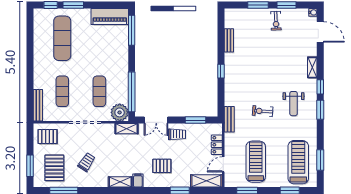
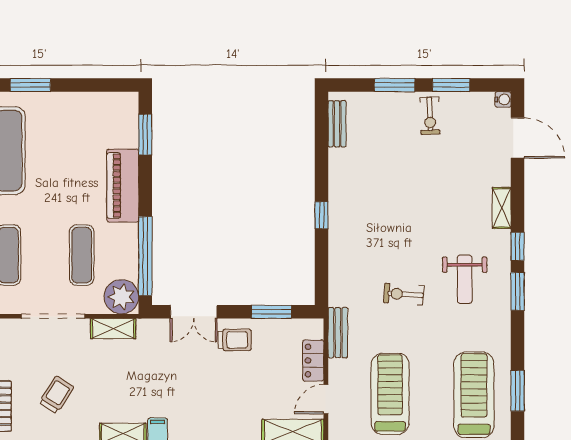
piano: (110, 16) -> (123, 186), moved, turned 90
window: (132, 30) -> (145, 135), width x0.69
bench: (229, 40) -> (337, 124), moved
bench: (229, 119) -> (338, 333), moved
shelving: (127, 129) -> (113, 329), moved
pallet: (162, 166) -> (205, 402), removed

